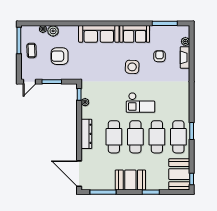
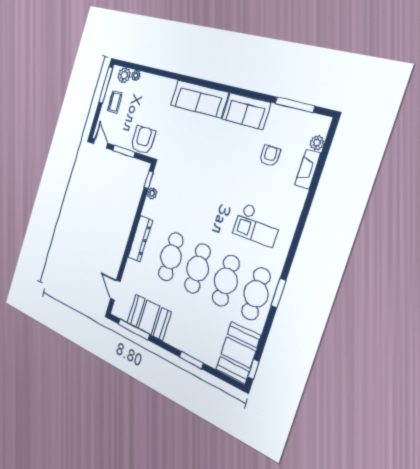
plant: (53, 31) -> (124, 75), moved
armchair: (60, 56) -> (143, 140), moved, turned 90
side table: (132, 67) -> (226, 161), removed
door: (30, 82) -> (101, 143), swing flipped
checkout: (140, 103) -> (257, 225), moved
door: (79, 174) -> (115, 290), width x0.53
booth: (130, 180) -> (149, 317), moved

